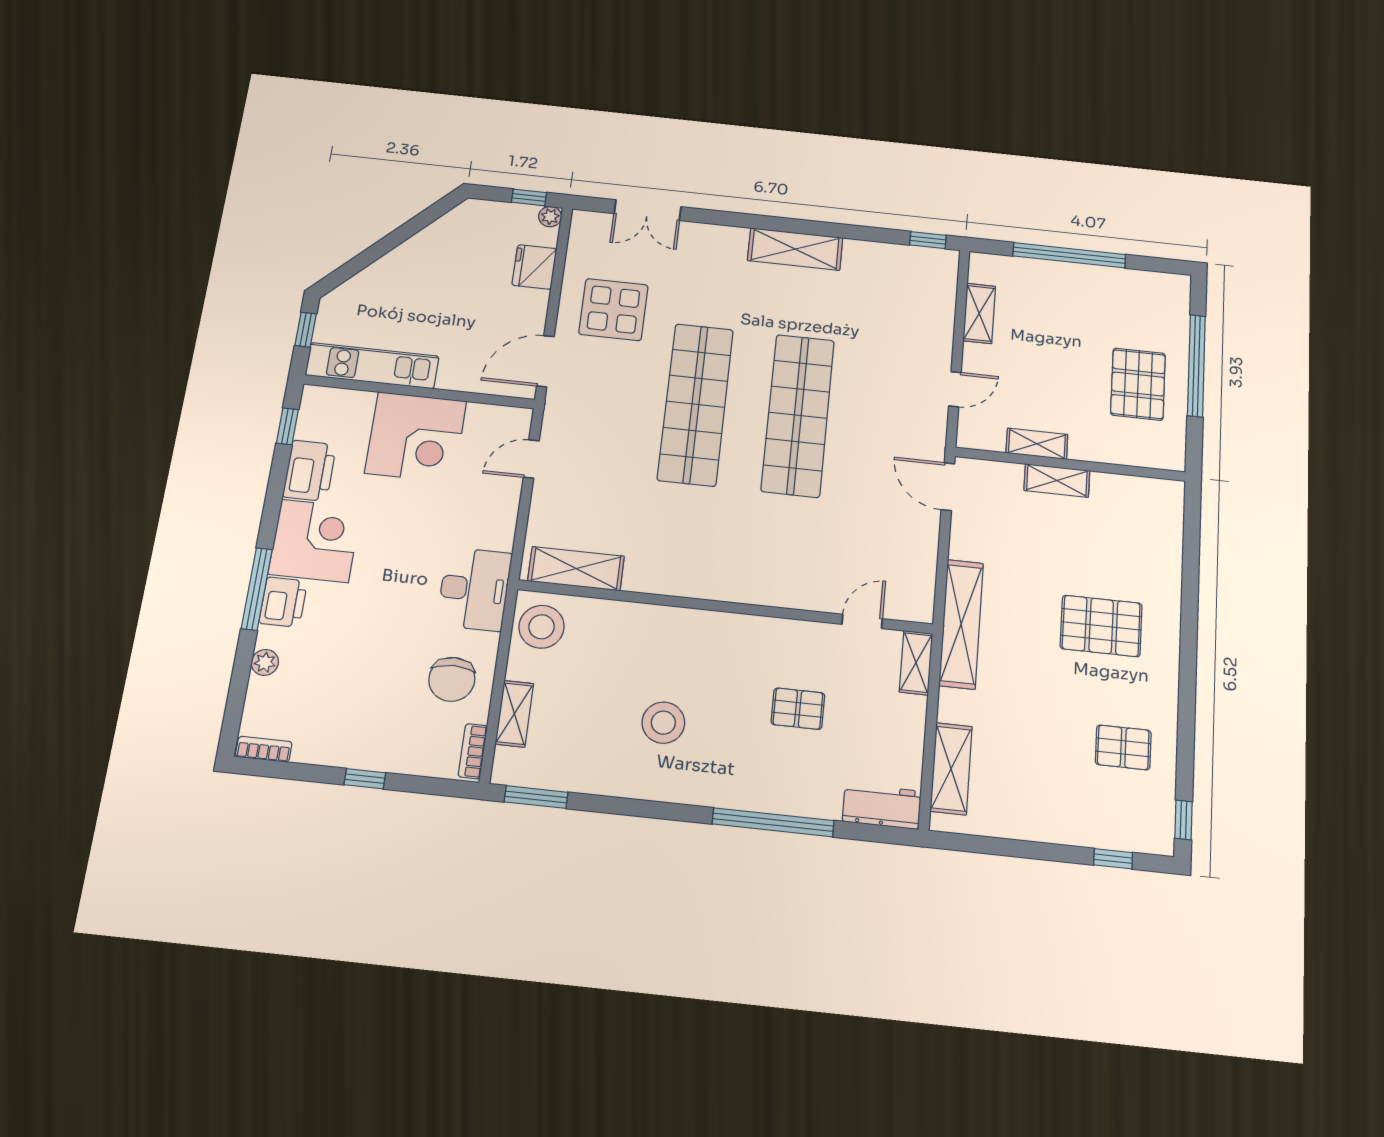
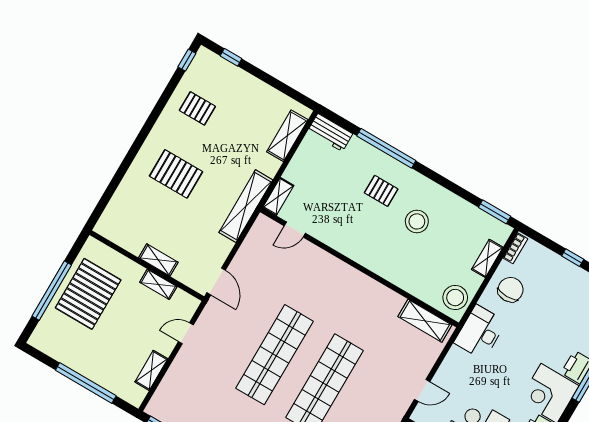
pallet: (1138, 384) -> (88, 294), width x1.37, depth x1.41
pallet: (798, 709) -> (381, 191), moved

